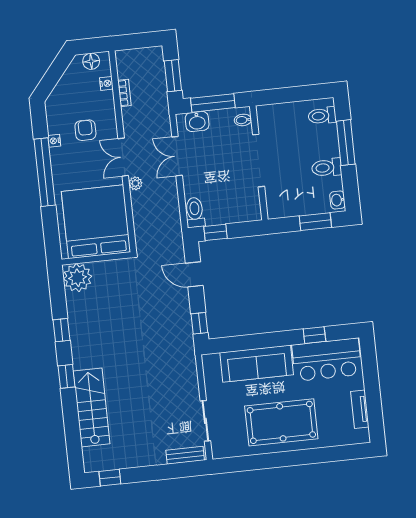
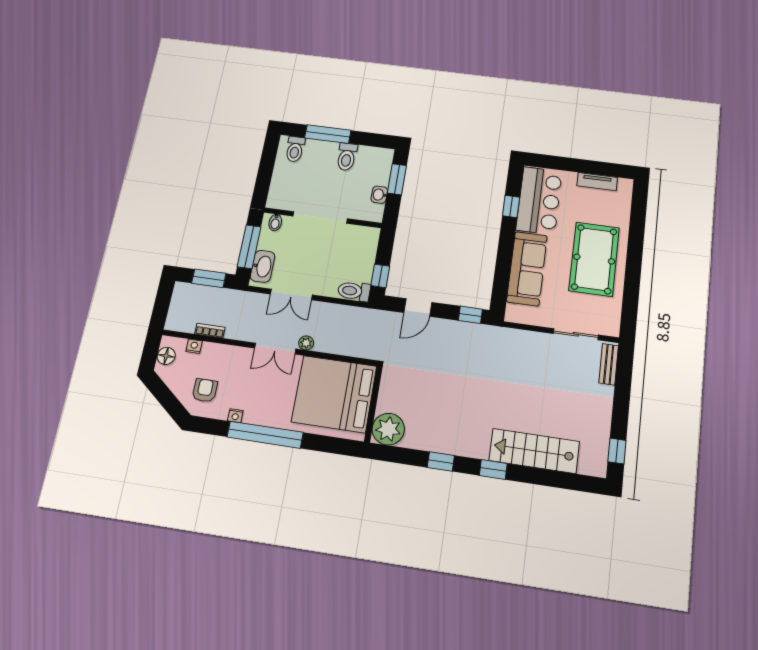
washbasin: (197, 121) -> (263, 266), width x1.38
armchair: (85, 130) -> (205, 390), moved, turned 90
washbasin: (338, 200) -> (379, 195), moved, turned 90

